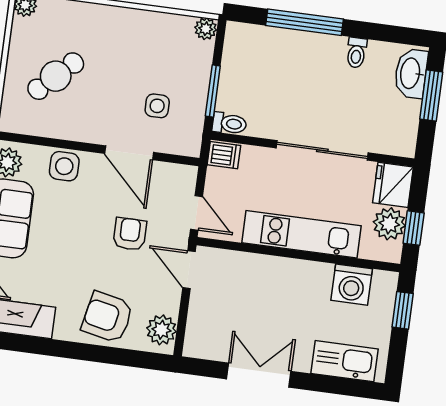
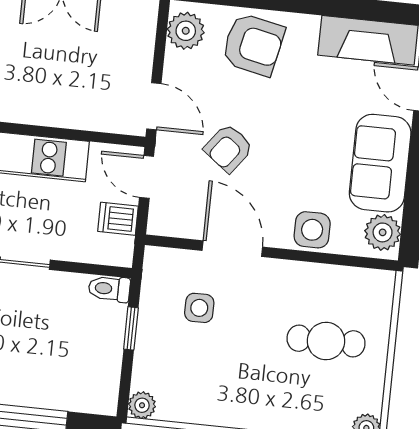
cafe table: (56, 76) -> (326, 341), turned 44
window: (213, 91) -> (131, 328), width x0.67
dishwasher: (224, 155) -> (118, 219), moved
armchair: (130, 234) -> (228, 148), turned 37

